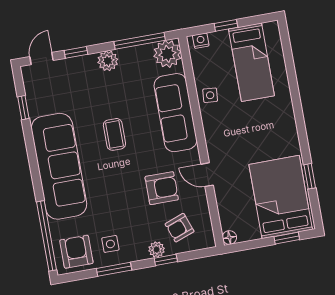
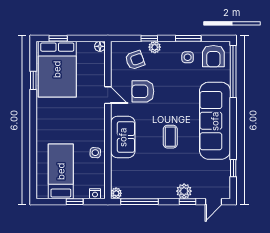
plant: (167, 54) -> (116, 193), width x0.53, depth x0.53
plant: (108, 61) -> (184, 191), moved
sofa: (176, 113) -> (123, 137), width x0.73

